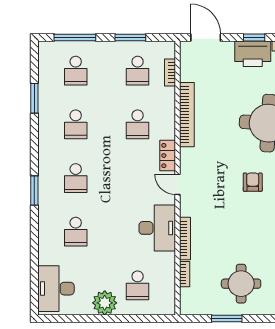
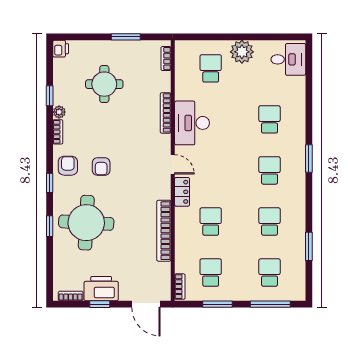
bookcase: (170, 72) -> (180, 287), moved
bookcase: (185, 274) -> (166, 59), moved
round table: (241, 284) -> (104, 84), moved
desk: (56, 289) -> (288, 59), width x0.73

